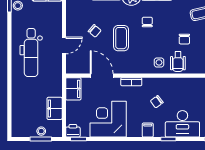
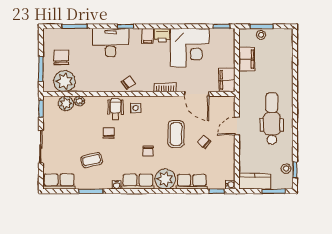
chair: (157, 102) -> (128, 82), moved
printer: (73, 131) -> (162, 35), moved

